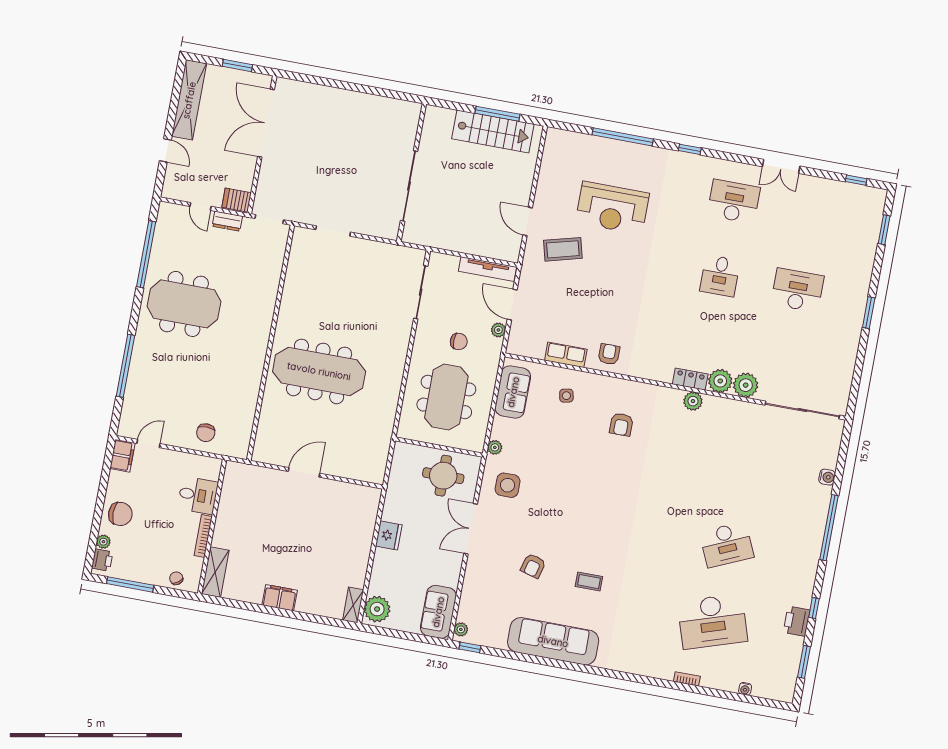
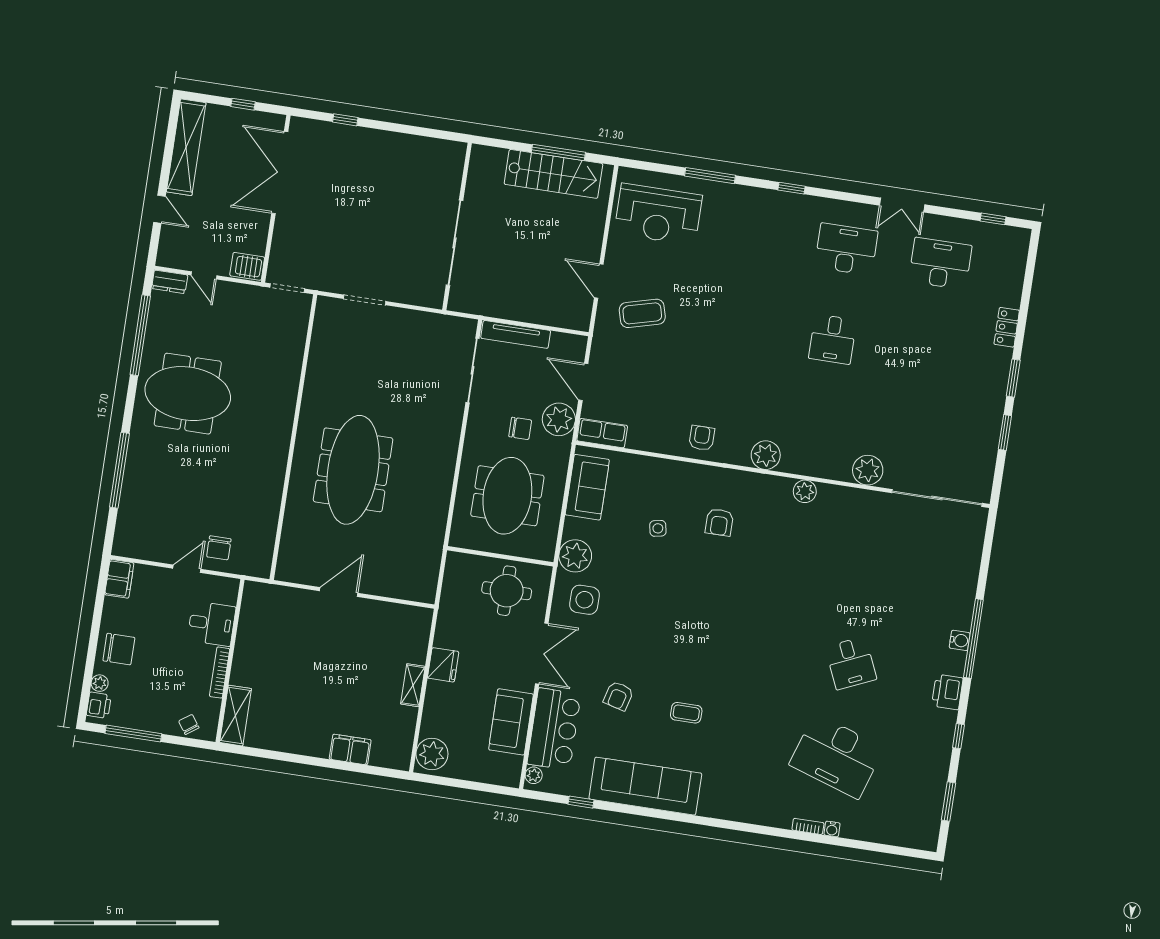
window: (237, 66) -> (243, 104), width x0.67
window: (322, 81) -> (345, 120), added
window: (623, 137) -> (710, 176), width x0.68
reception desk: (612, 208) -> (658, 214), moved
dresser: (227, 221) -> (170, 282), moved
window: (884, 230) -> (1005, 433), moved
tv unit: (488, 269) -> (516, 334), moved
desk: (797, 290) -> (940, 264), moved
plant: (498, 330) -> (559, 419), width x1.88, depth x1.88
row of seats: (566, 355) -> (602, 433), moved
meeting table: (319, 371) -> (353, 470), turned 90
locker: (690, 379) -> (1007, 327), moved, turned -90
plant: (720, 381) -> (766, 455), moved
side table: (566, 396) -> (658, 528), moved
door: (148, 444) -> (187, 569), moved
plant: (495, 447) -> (575, 556), width x1.88, depth x1.88
water cooler: (827, 477) -> (960, 640), moved
double door: (471, 529) -> (542, 654), swing flipped
desk: (727, 545) -> (851, 663), width x0.73
bar counter: (479, 592) -> (554, 729), added
filing cabinet: (280, 598) -> (350, 750), moved
shelving: (353, 605) -> (413, 685), moved
sofa: (438, 612) -> (511, 722), moved
desk: (712, 621) -> (837, 756), turned 36
printer: (797, 621) -> (947, 692), moved
window: (470, 647) -> (581, 802), moved
water cooler: (745, 689) -> (832, 829), moved

